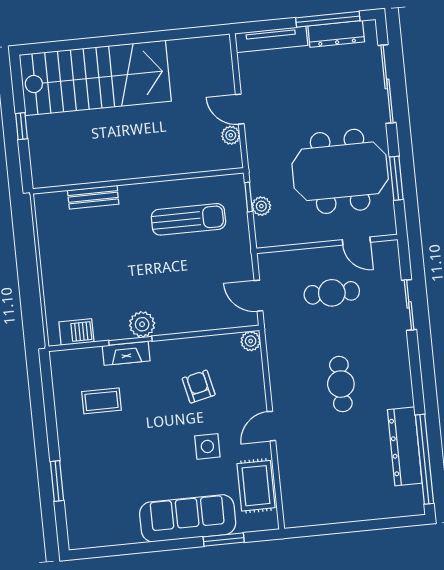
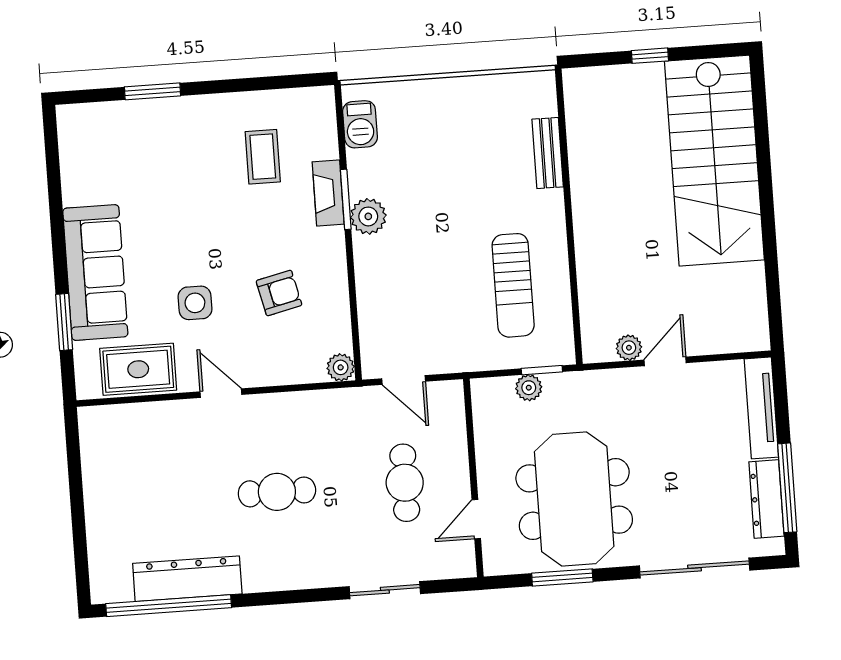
door: (258, 296) -> (404, 380), swing flipped

